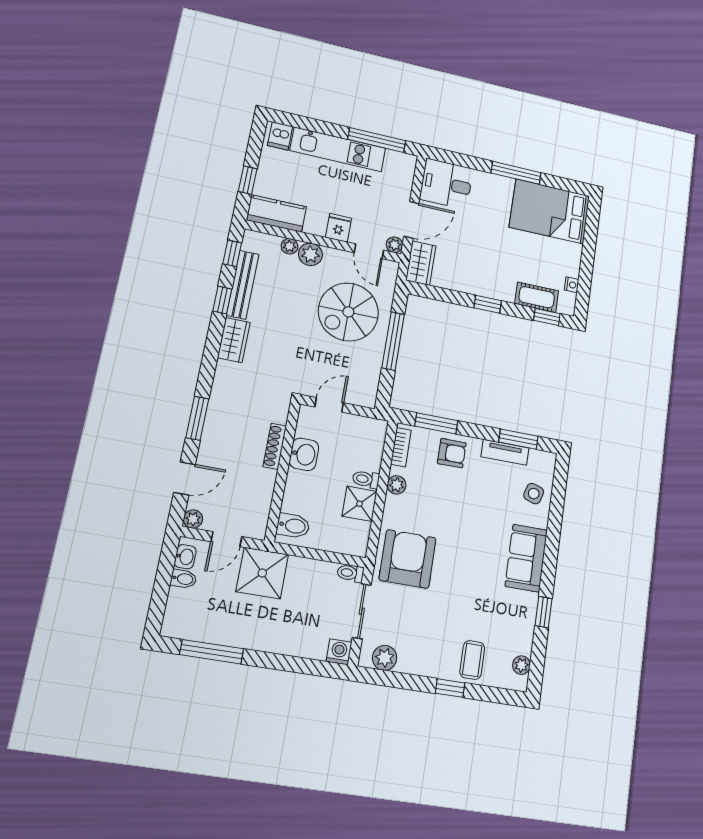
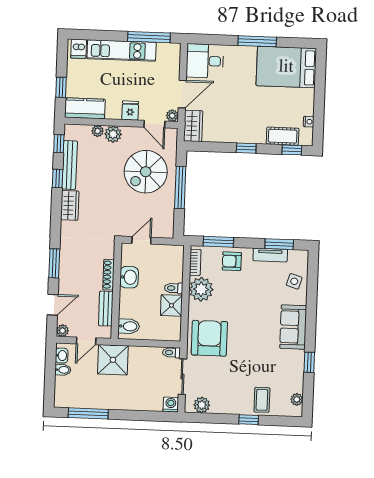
armchair: (452, 453) -> (232, 261), turned 180
plant: (397, 485) -> (201, 289), width x1.87, depth x1.87
bench: (263, 495) -> (106, 309), added

